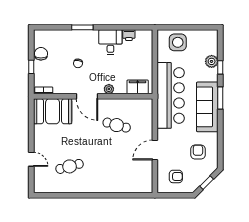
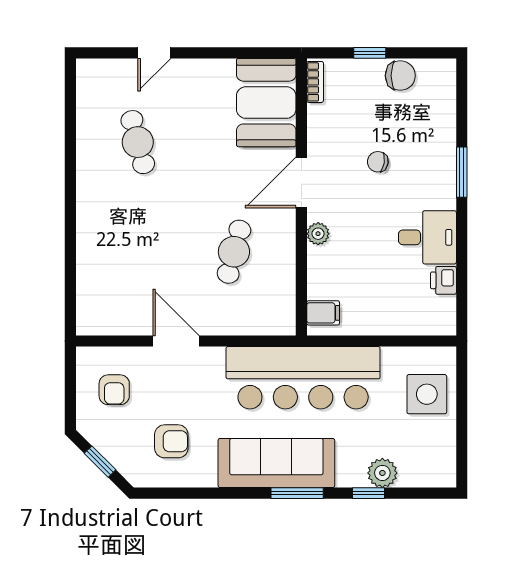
filing cabinet: (138, 87) -> (323, 313), width x0.50

